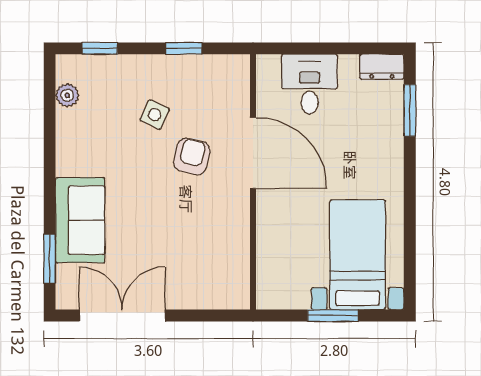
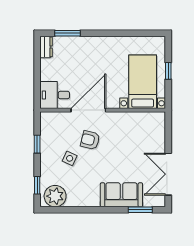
desk: (310, 84) -> (55, 95), moved
plant: (67, 95) -> (55, 196), width x1.88, depth x1.88
bed with nightstands: (358, 255) -> (143, 82), moved, turned 90
window: (333, 316) -> (168, 71), width x0.67

